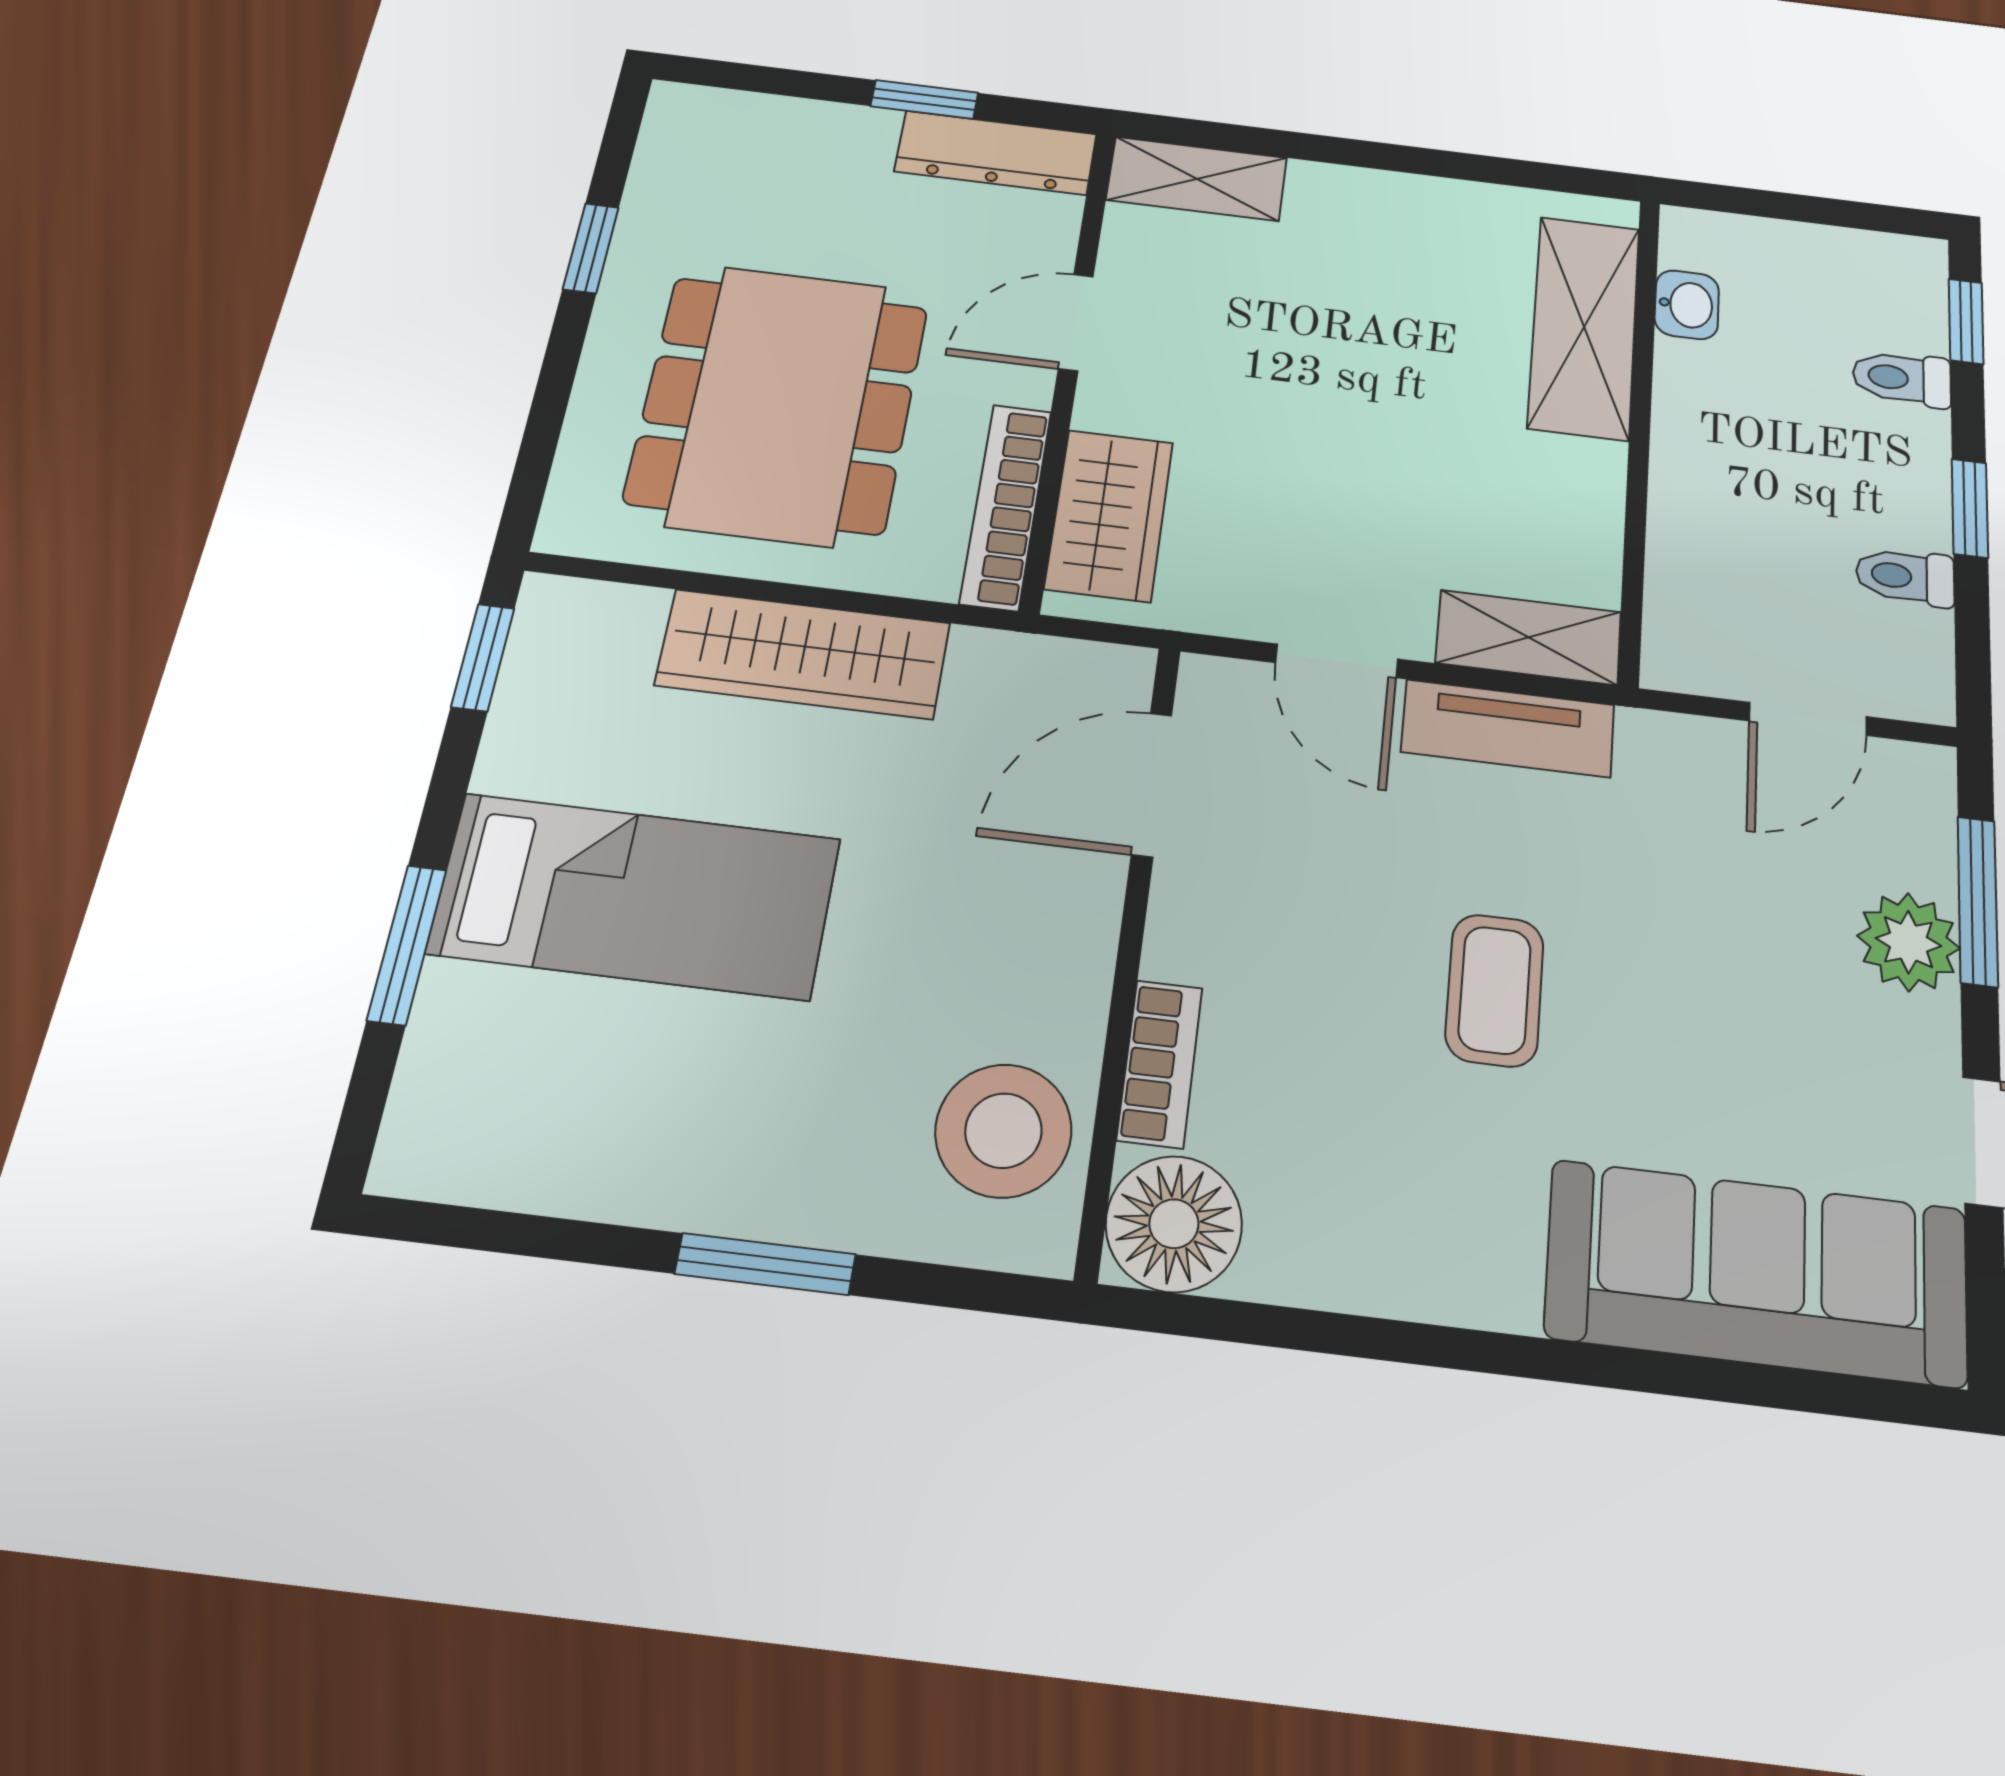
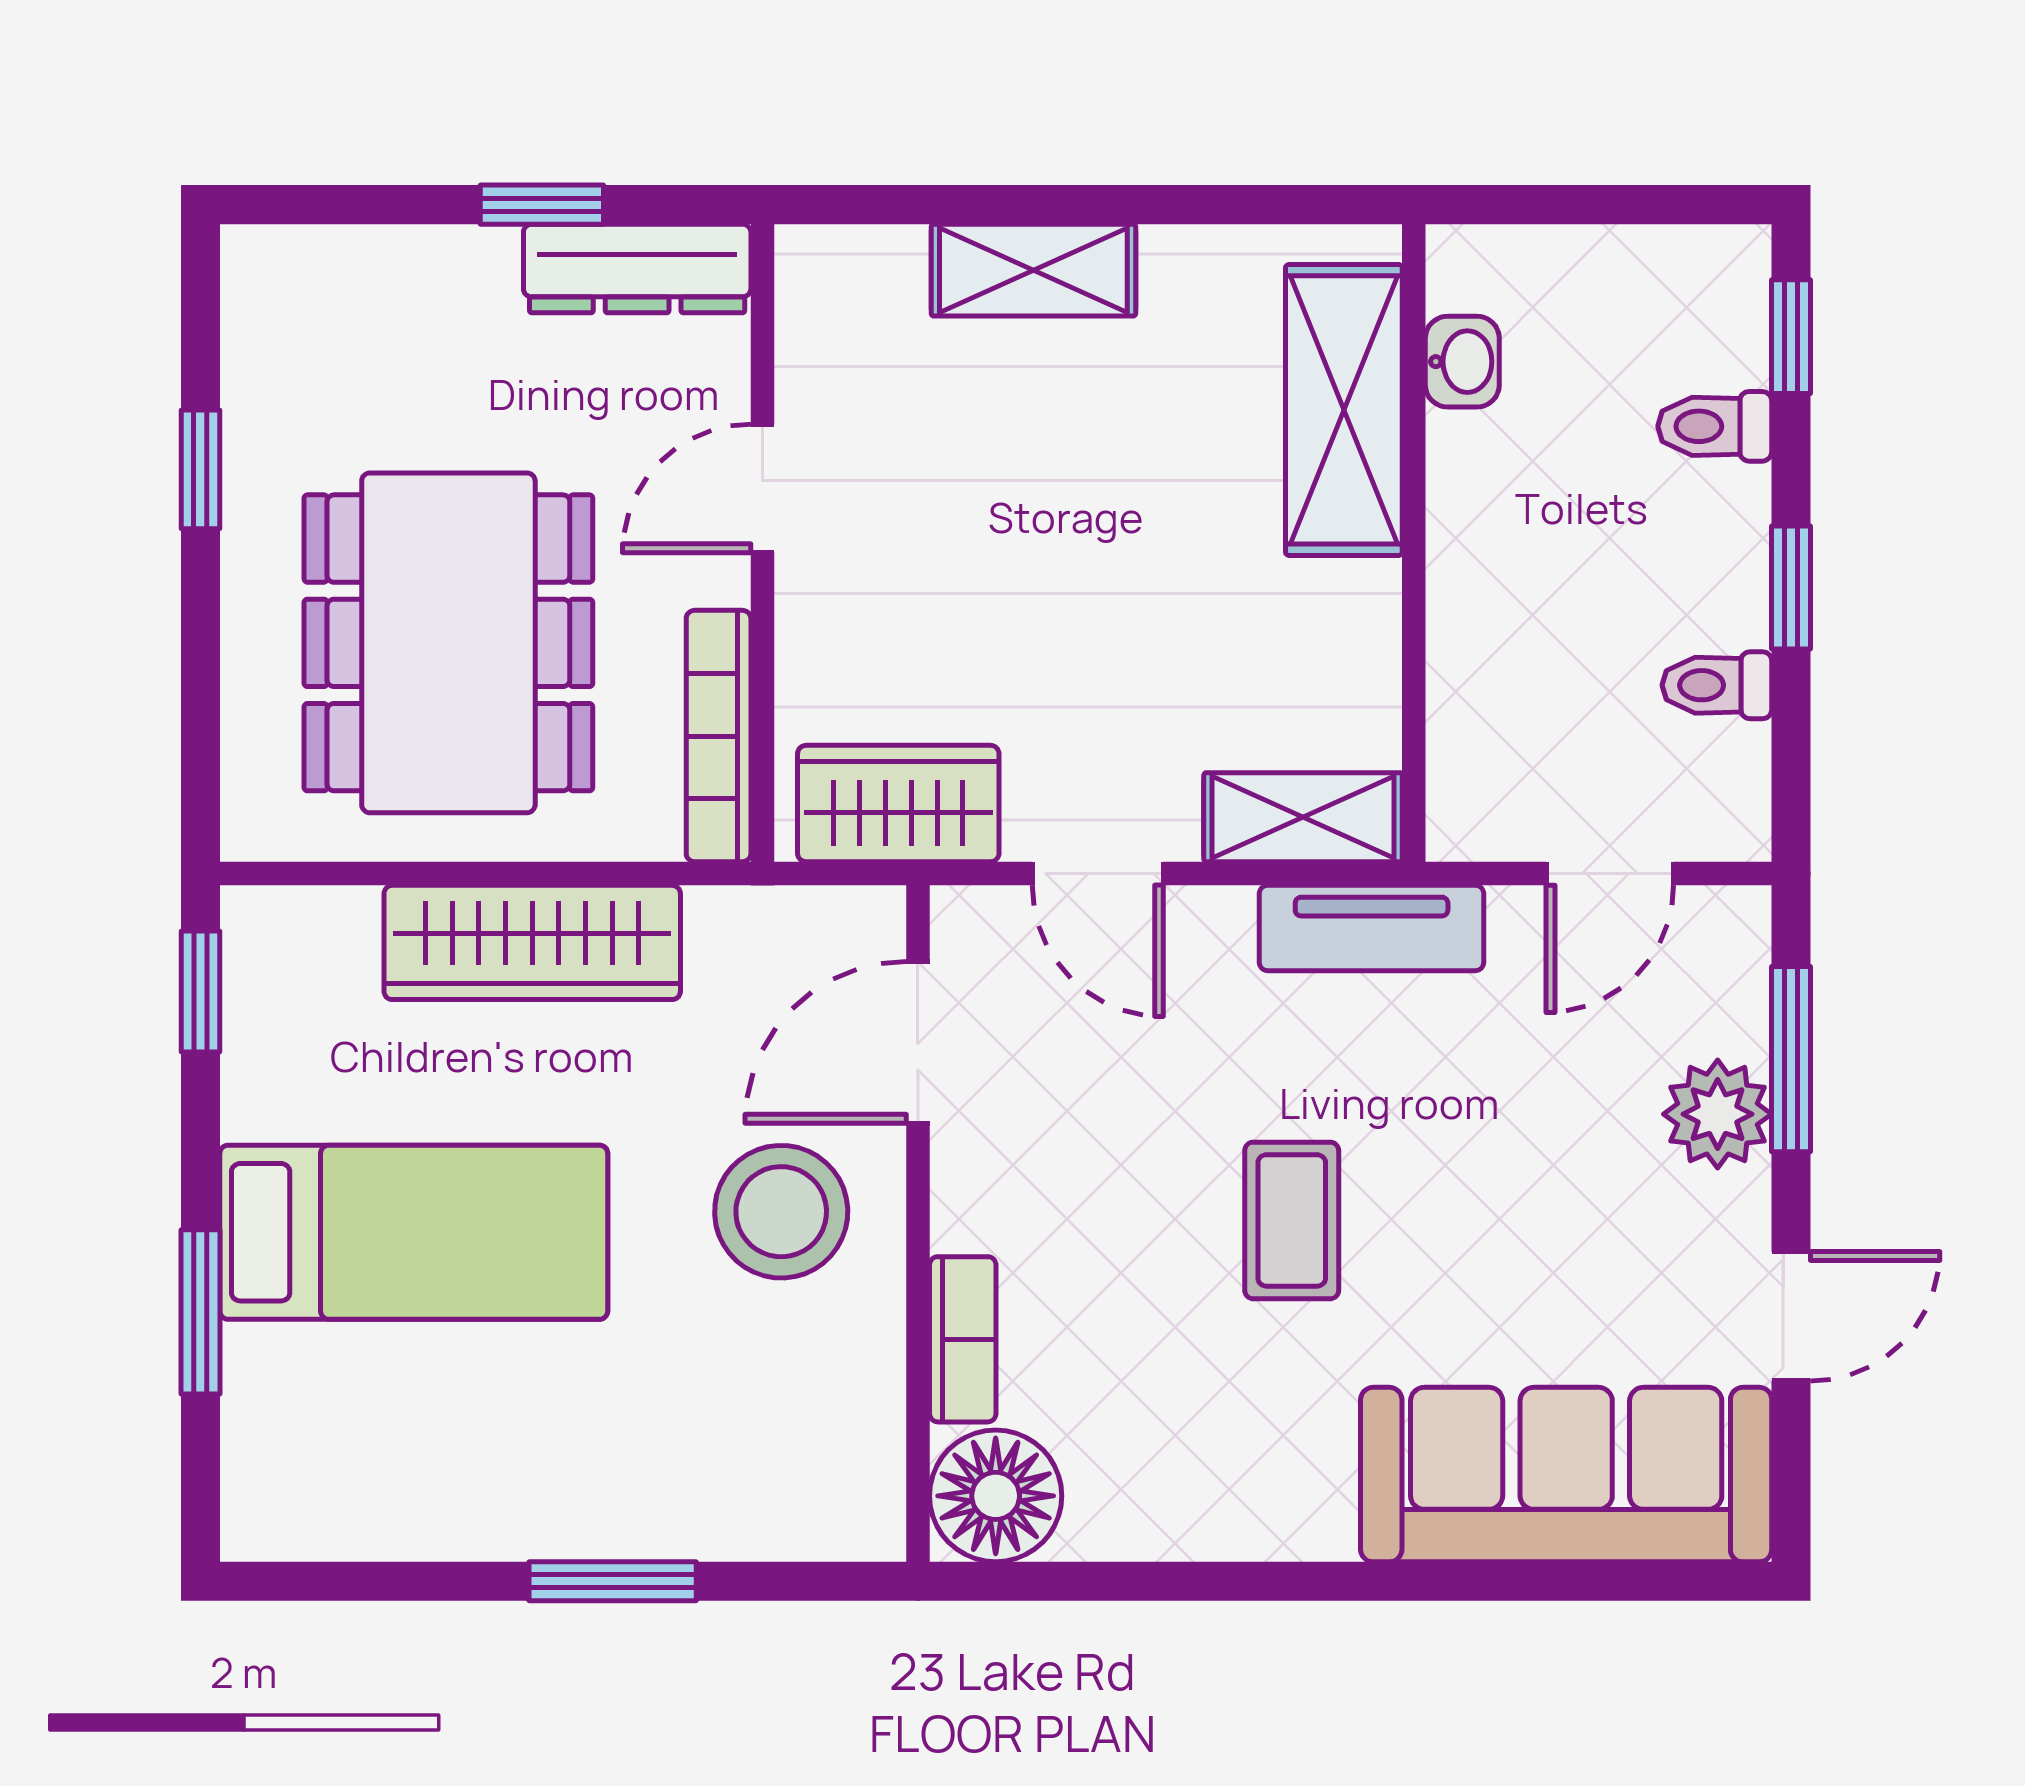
shelving: (1197, 179) -> (1033, 270), moved
wardrobe: (1109, 515) -> (898, 804), moved, turned -90
tv unit: (1508, 728) -> (1372, 928), moved
stool: (1003, 1131) -> (781, 1212), moved

